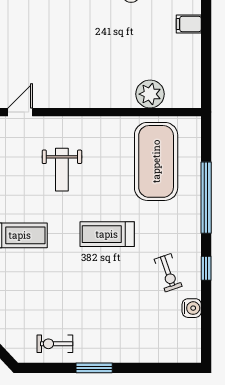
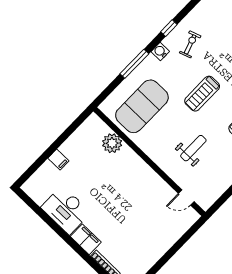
window: (206, 198) -> (134, 64), width x0.68
treadmill: (107, 234) -> (202, 94), turned 90
water cooler: (192, 308) -> (160, 52), moved

